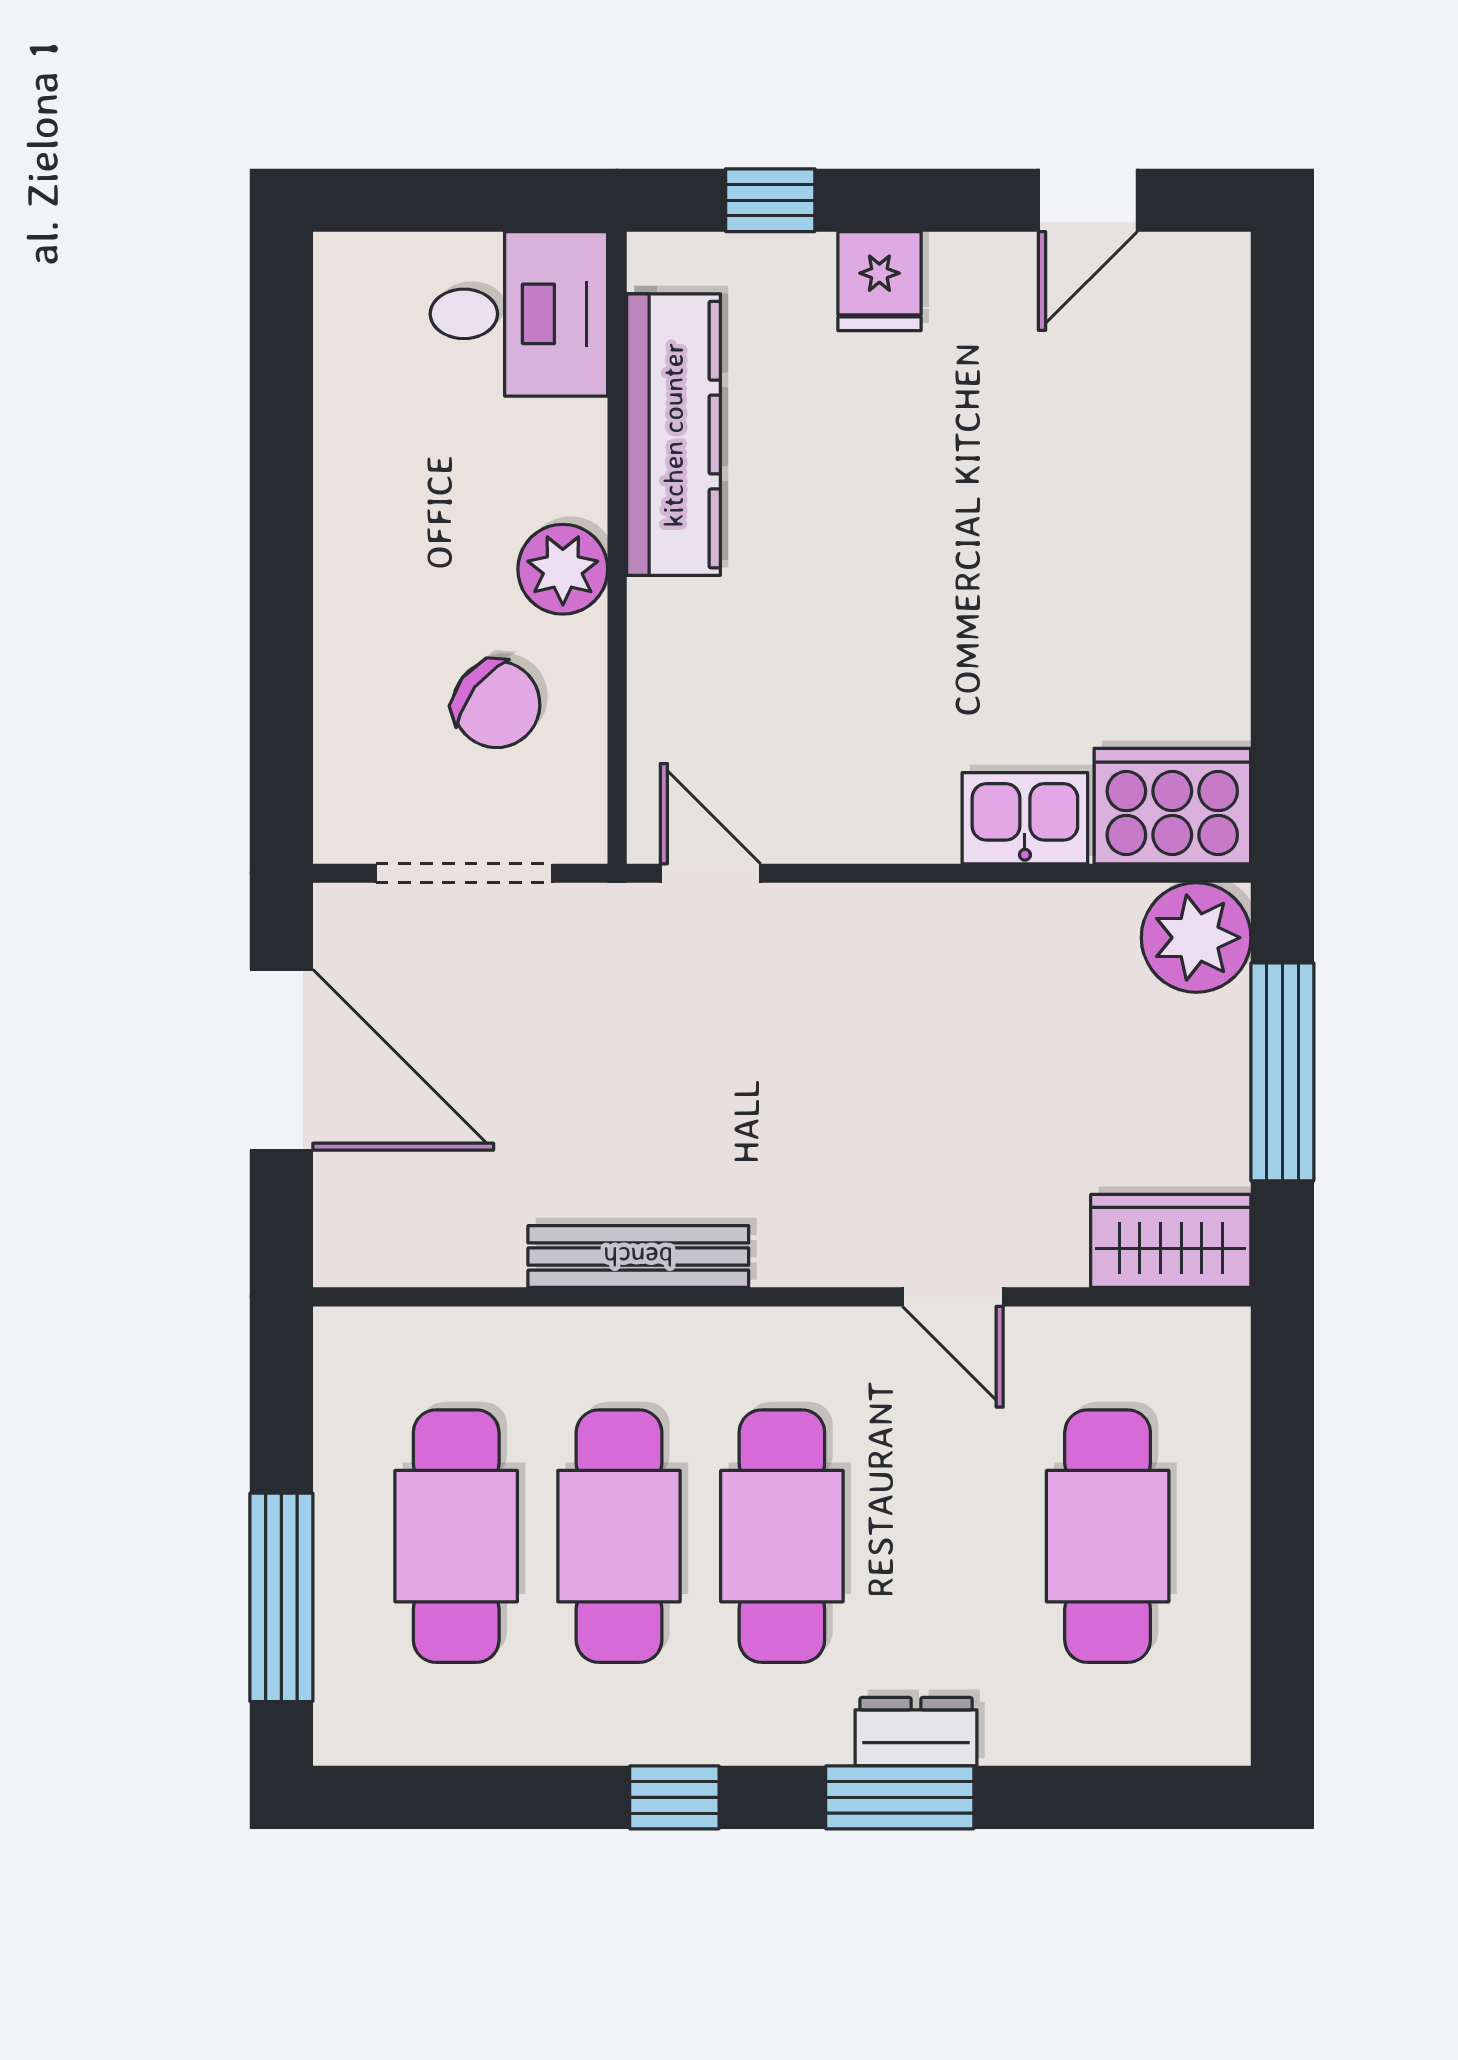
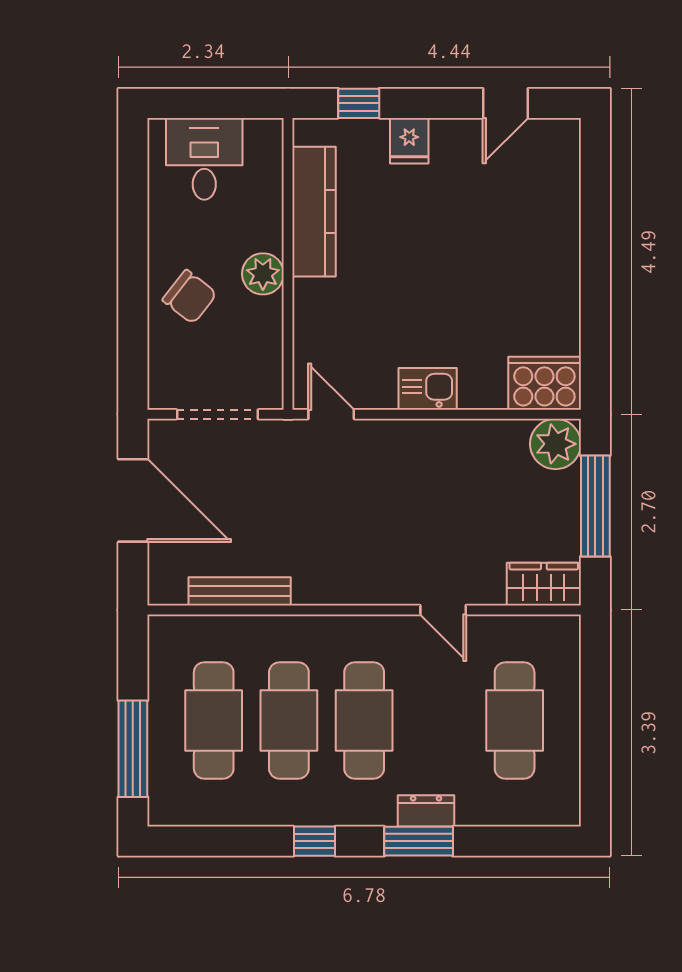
desk: (519, 314) -> (204, 159), moved, turned -90
chair: (496, 704) -> (190, 297), moved
kitchen sink: (1025, 818) -> (428, 389), moved
bench: (638, 1257) -> (240, 591), moved

